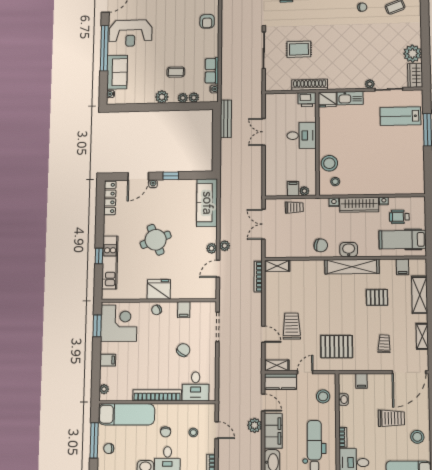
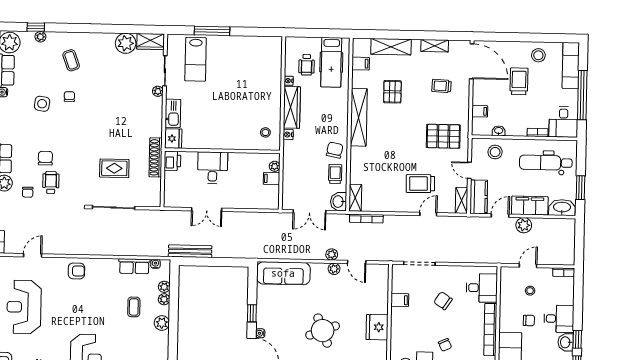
rug: (299, 49) -> (114, 168), turned 90
stool: (329, 163) -> (245, 138), removed
trolley: (294, 207) -> (335, 174), moved
washbasin: (349, 250) -> (339, 202), moved
chair: (157, 310) -> (445, 345), moved
pallet: (337, 347) -> (443, 136), turned 90

